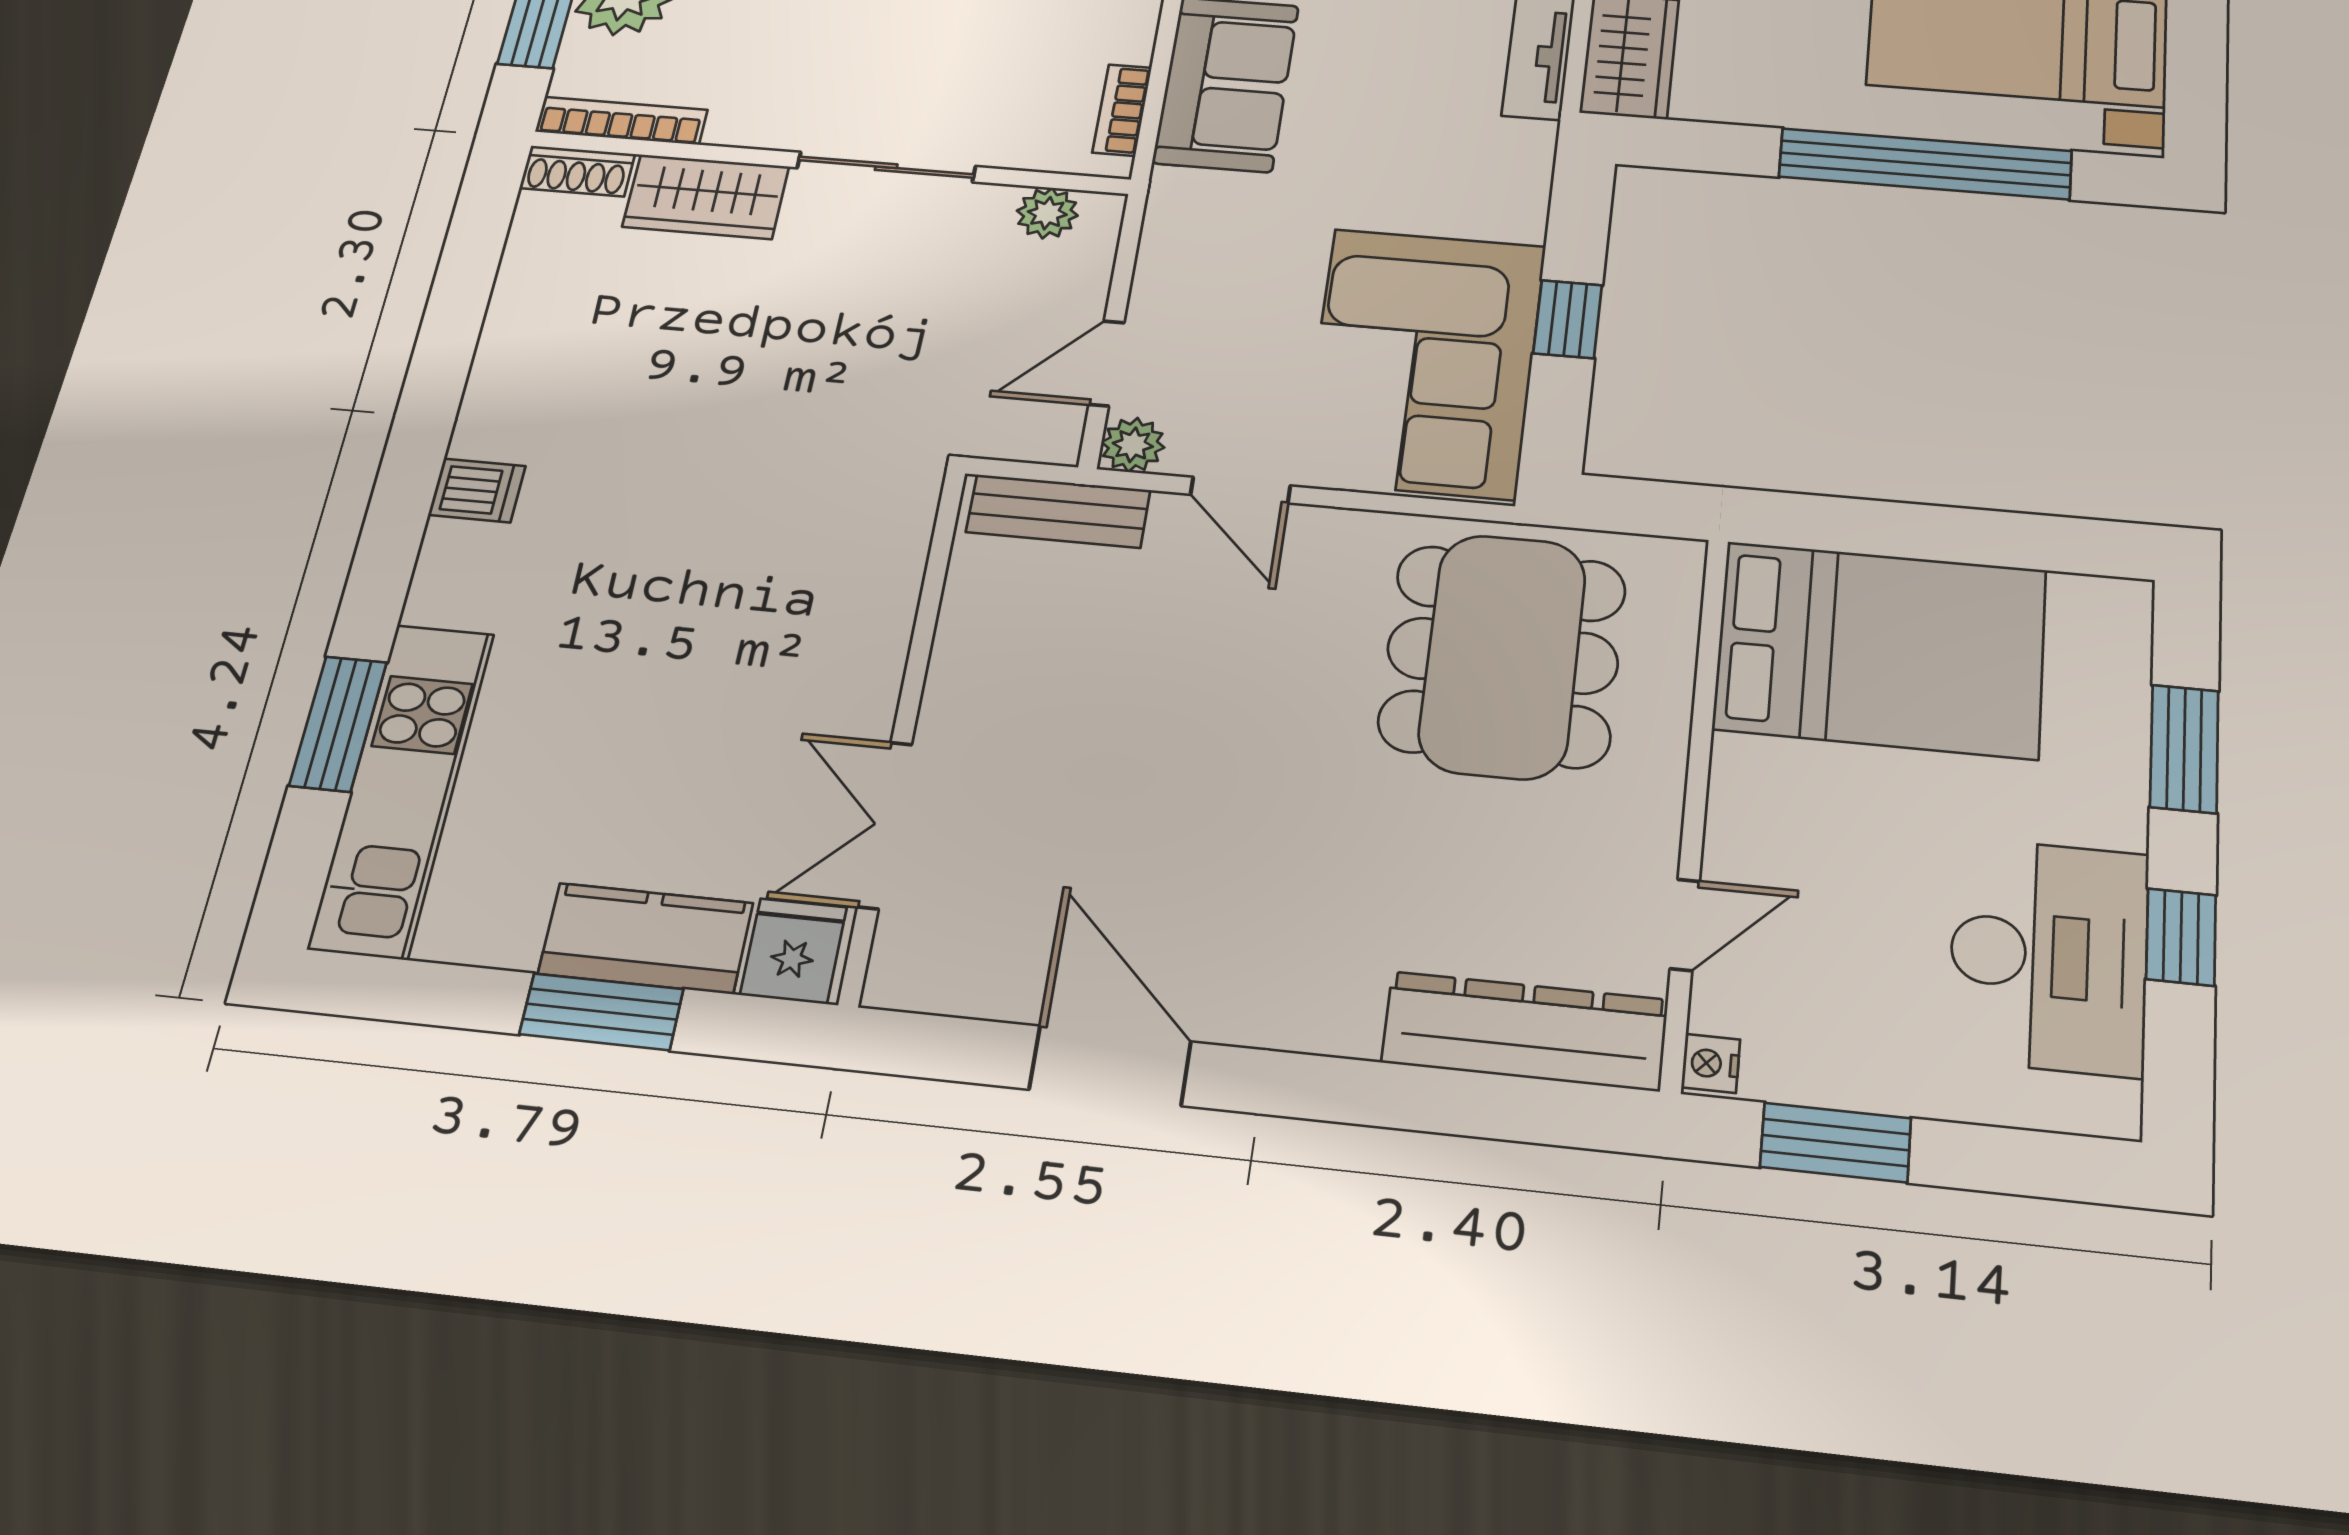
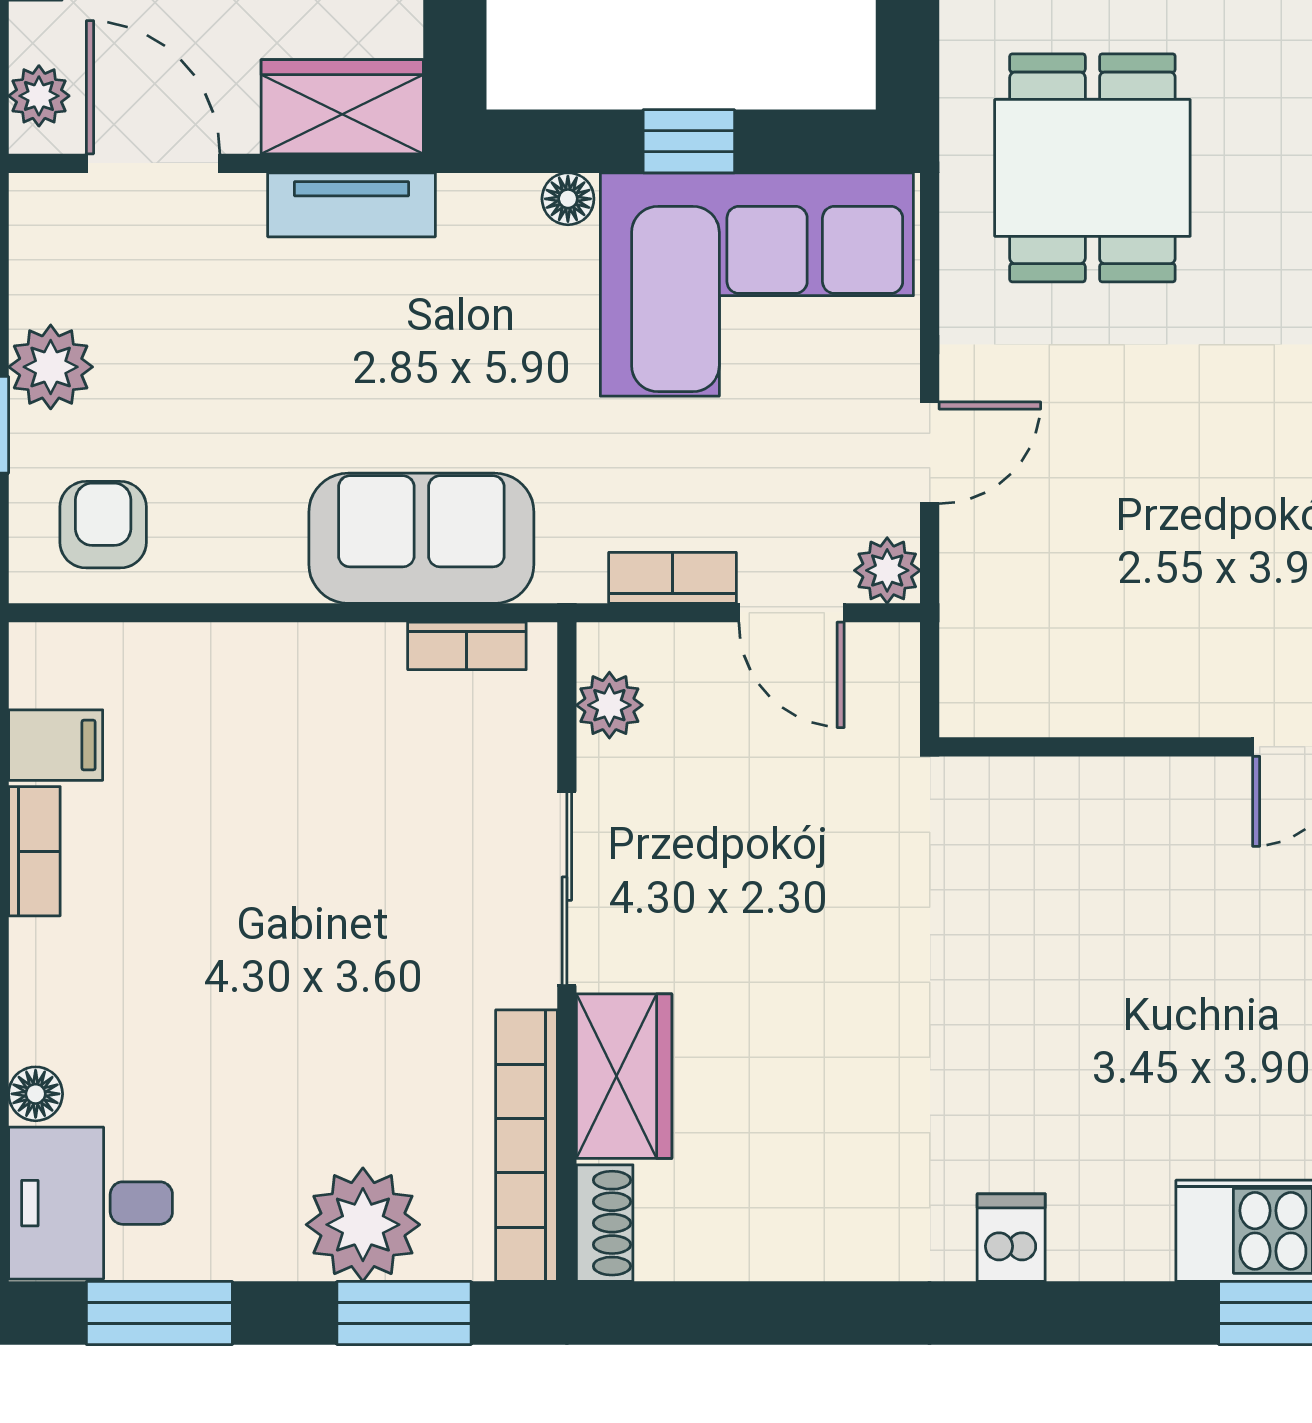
bookcase: (621, 121) -> (527, 1146), width x1.48, depth x1.31
floor lamp: (1524, 220) -> (568, 199), added
bookcase: (1156, 272) -> (673, 578), added
bench: (1058, 511) -> (973, 634), removed
dining table: (1503, 656) -> (1092, 168), width x0.73

